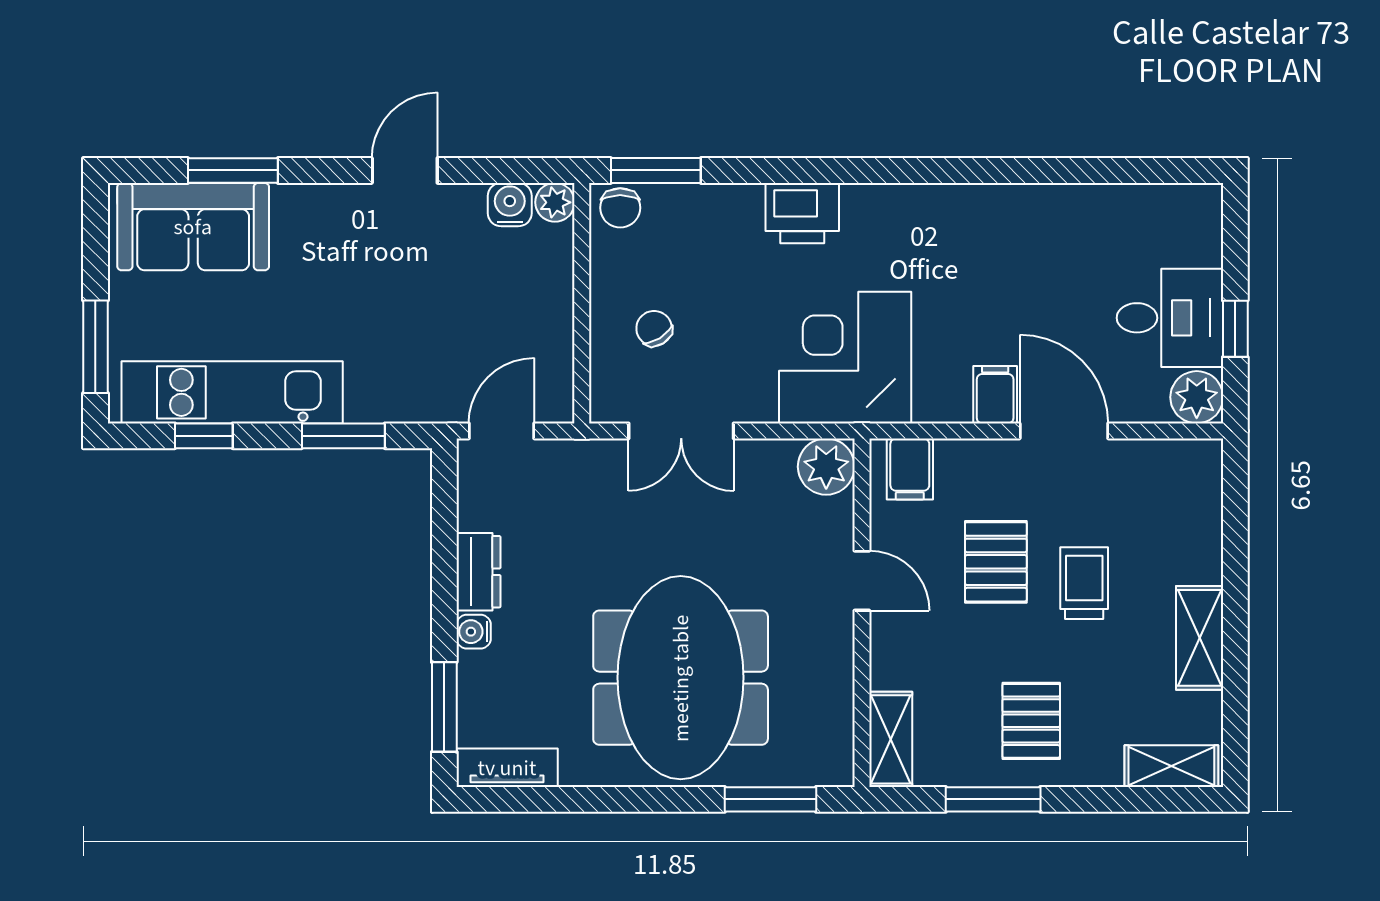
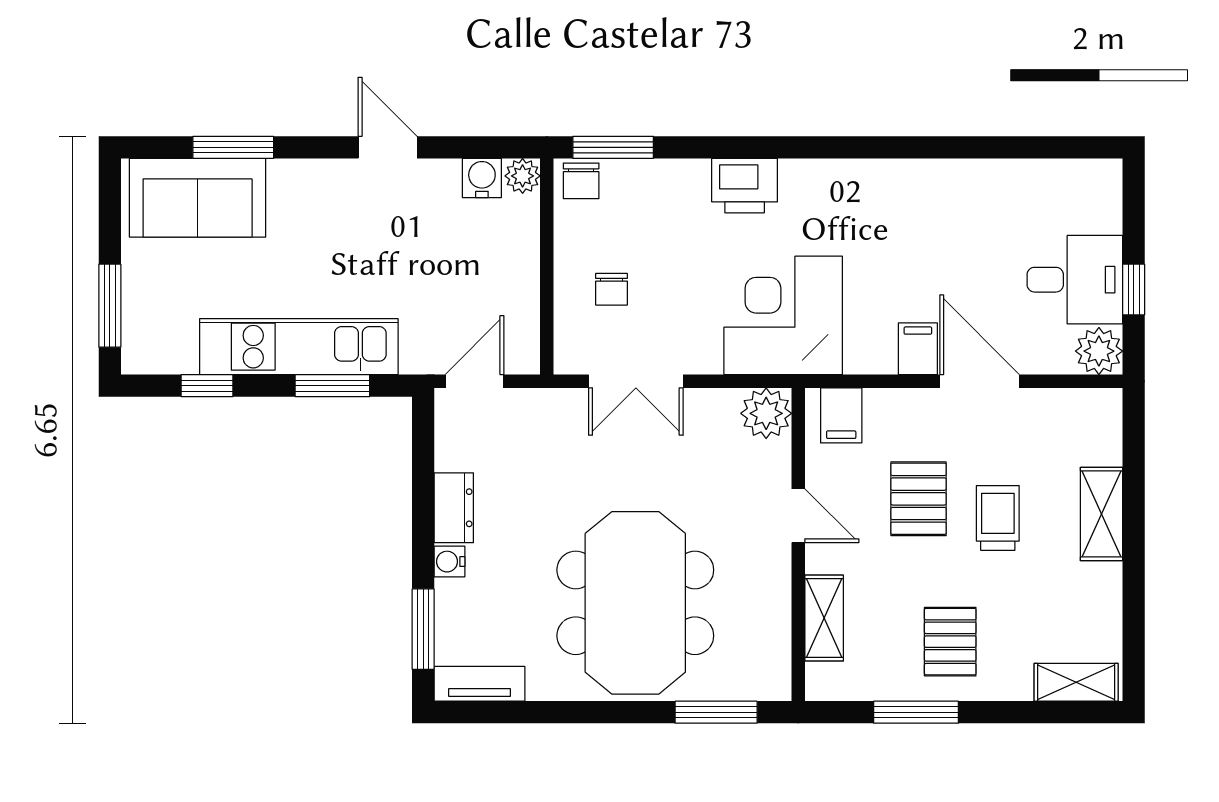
door: (405, 170) -> (388, 147), hinge flipped
chair: (654, 328) -> (612, 289), turned -148
kitchen unit: (232, 392) -> (299, 347), moved
shelving: (1200, 638) -> (1101, 514), moved
shelving: (891, 739) -> (824, 618), moved

